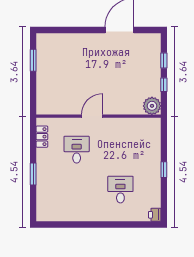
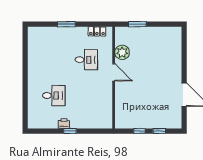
window: (33, 60) -> (137, 24), moved
plant: (152, 106) -> (122, 52), moved
printer: (155, 215) -> (64, 124), moved

